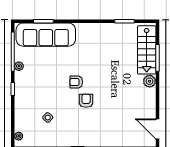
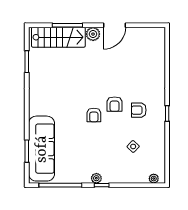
plant: (19, 66) -> (96, 178), moved
armchair: (86, 101) -> (115, 104), turned -90
armchair: (81, 123) -> (139, 110), added
door: (157, 129) -> (114, 25), moved

